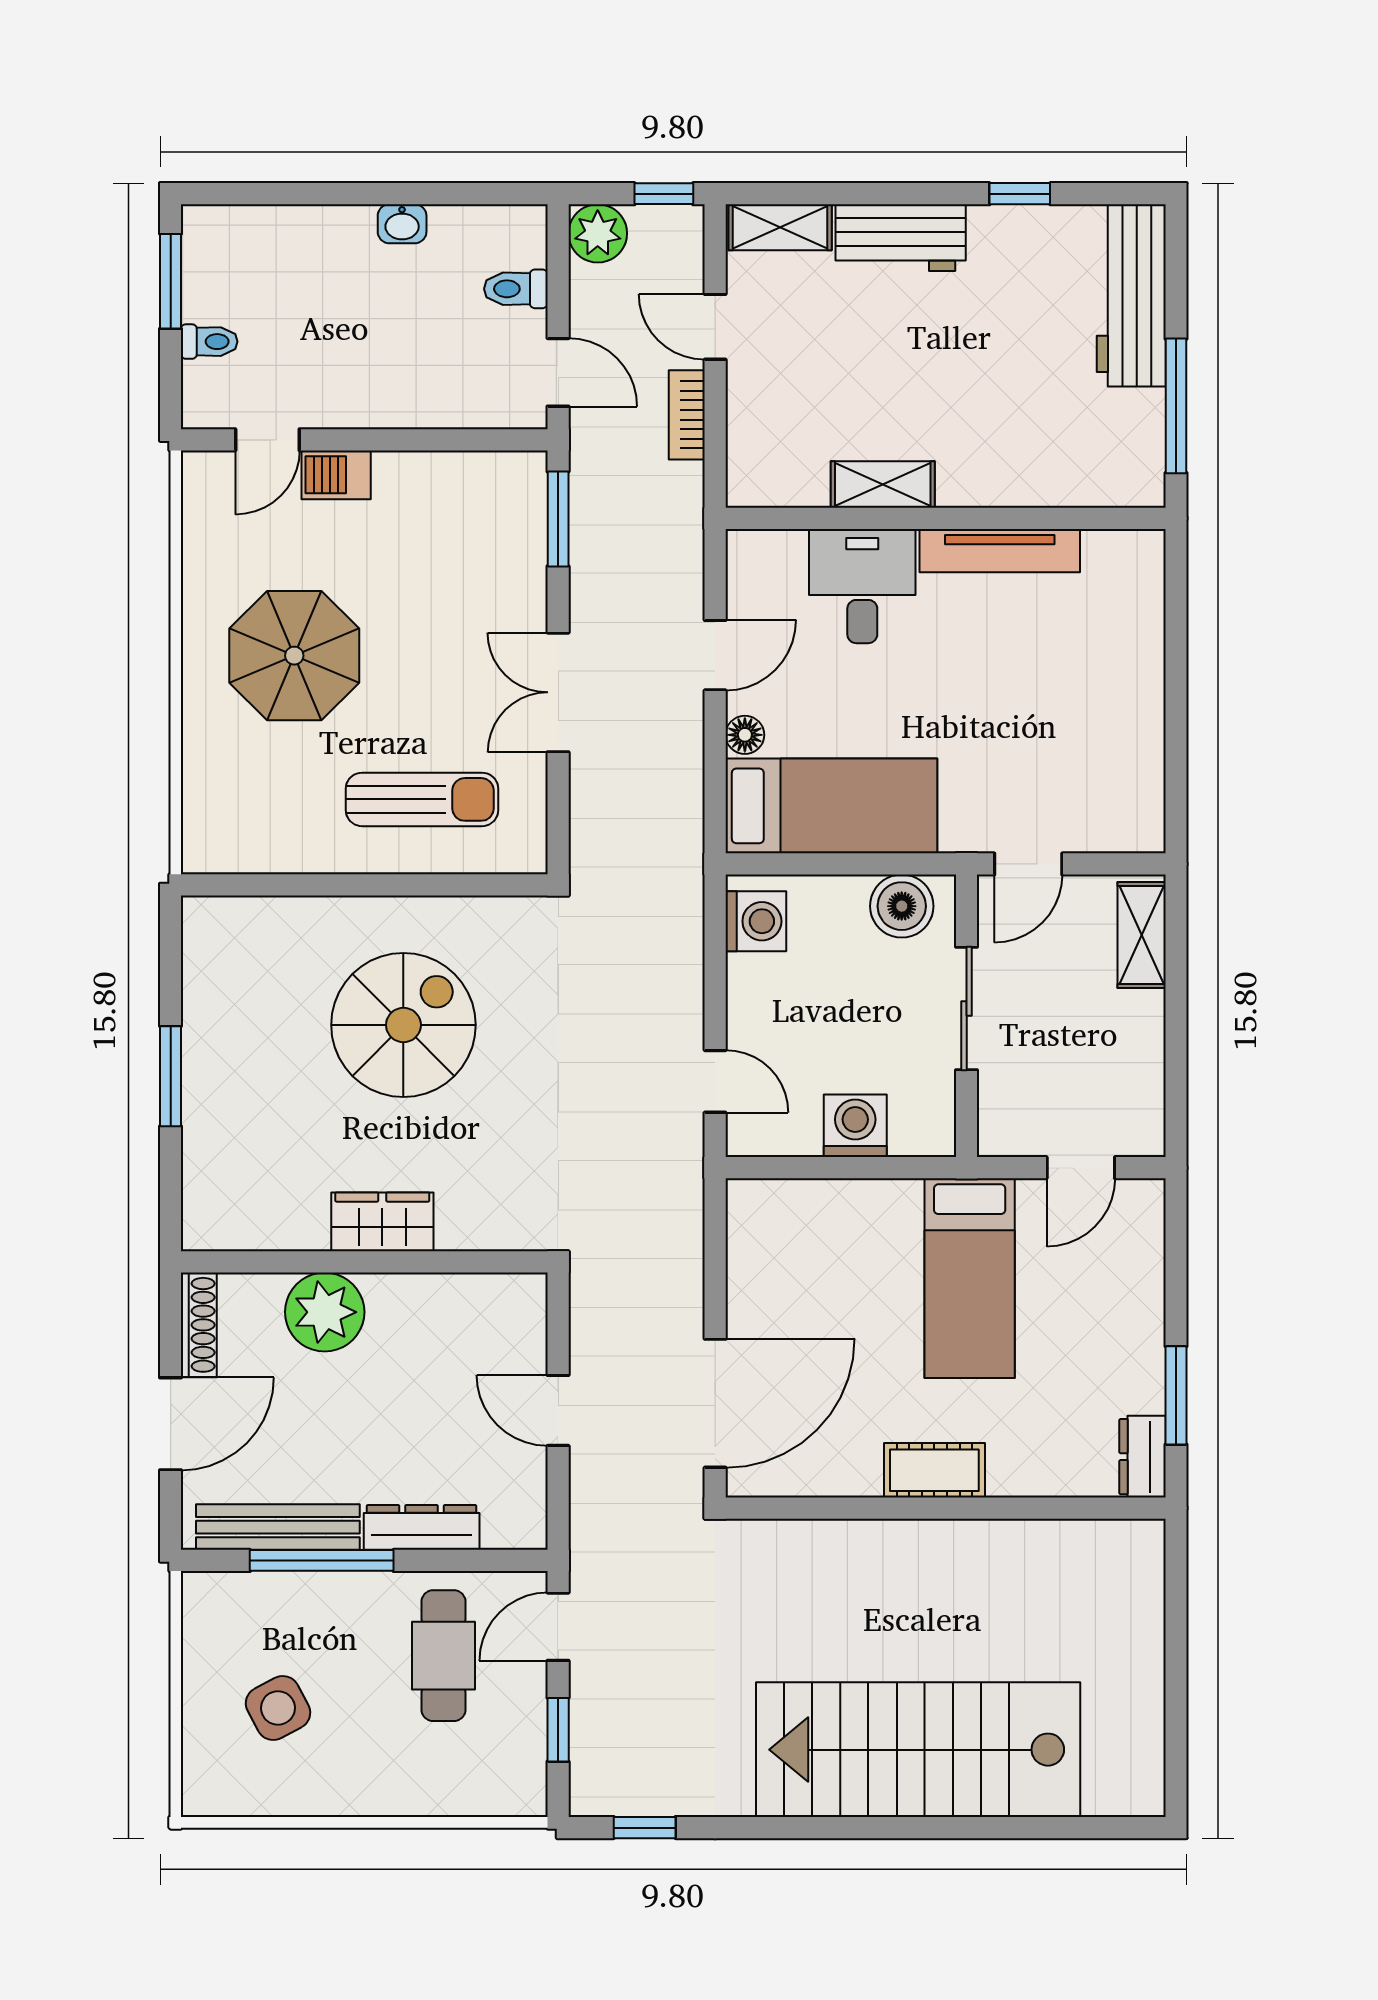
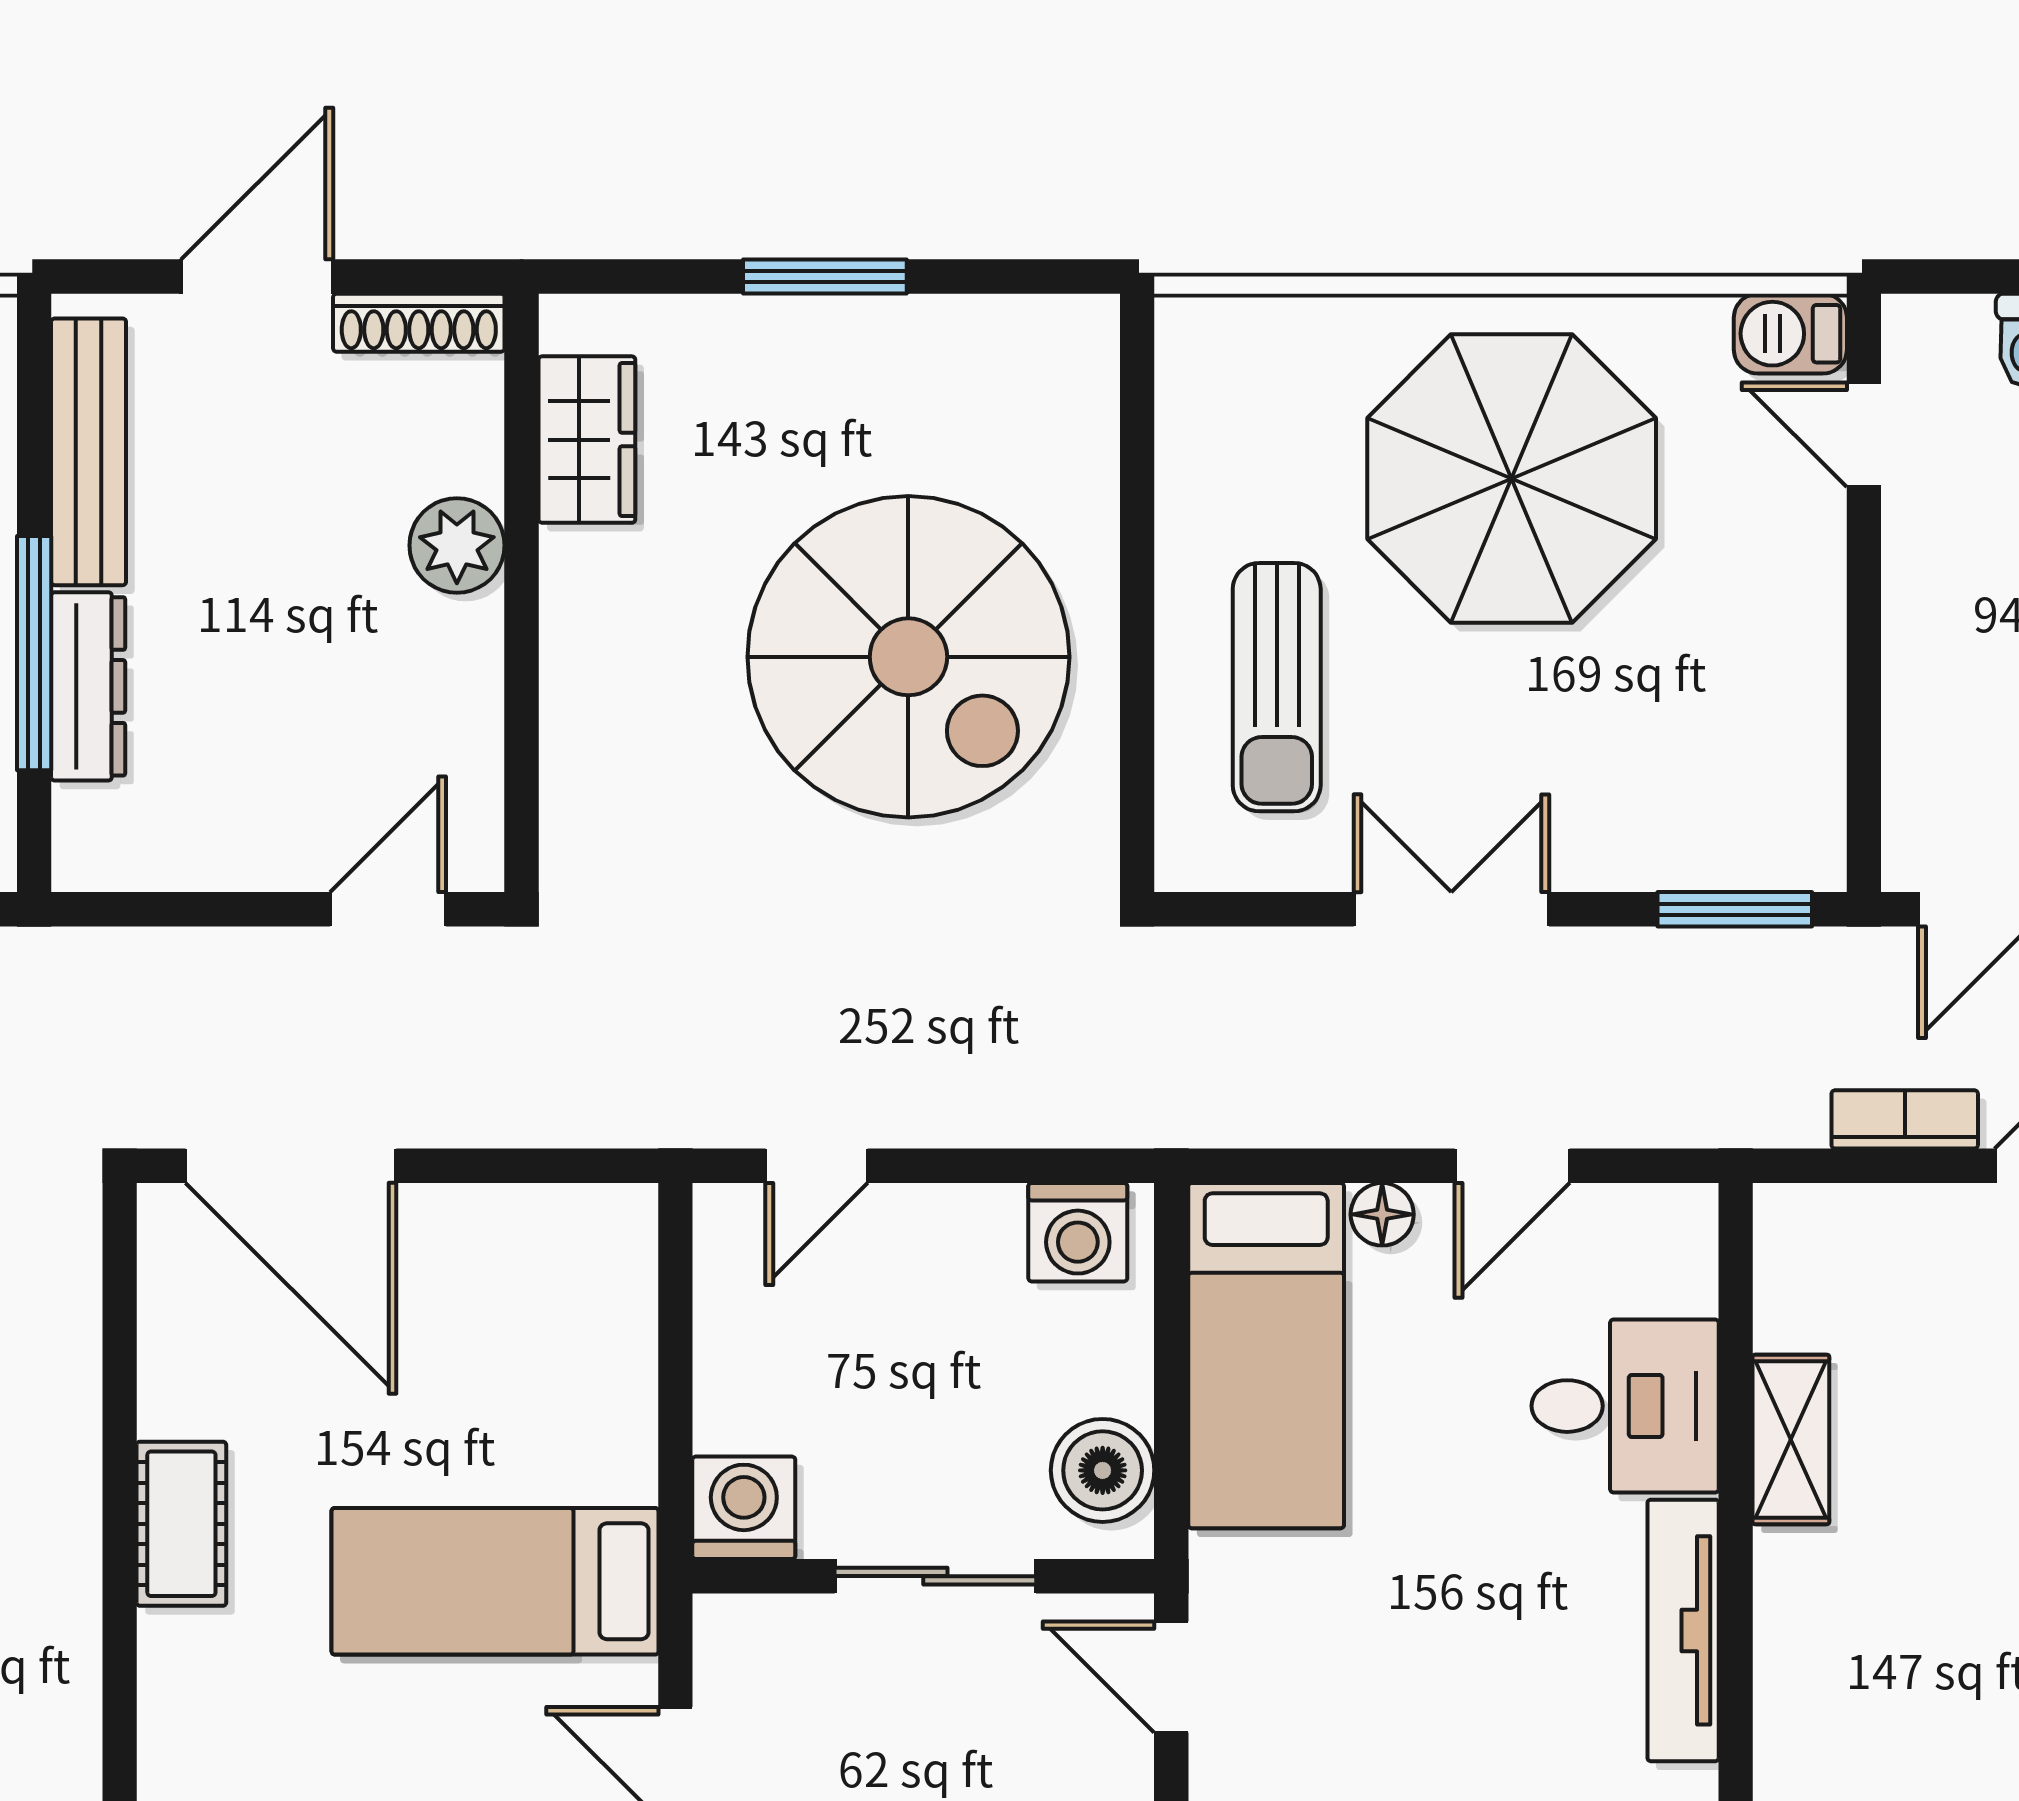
barbecue: (336, 475) -> (1790, 334), moved, turned -90
door: (715, 655) -> (1512, 1166), hinge flipped
parasol: (294, 656) -> (1512, 478), width x1.36, depth x1.36
spiral stairs: (403, 1025) -> (908, 657), width x1.37, depth x1.37
washing machine: (855, 1126) -> (744, 1508), moved, turned -90
wardrobe: (382, 1222) -> (587, 440), moved
plant: (325, 1312) -> (457, 545), width x0.73, depth x0.73
door: (558, 1410) -> (388, 909), moved
door: (171, 1424) -> (257, 277), swing flipped
window: (322, 1560) -> (34, 653), moved

